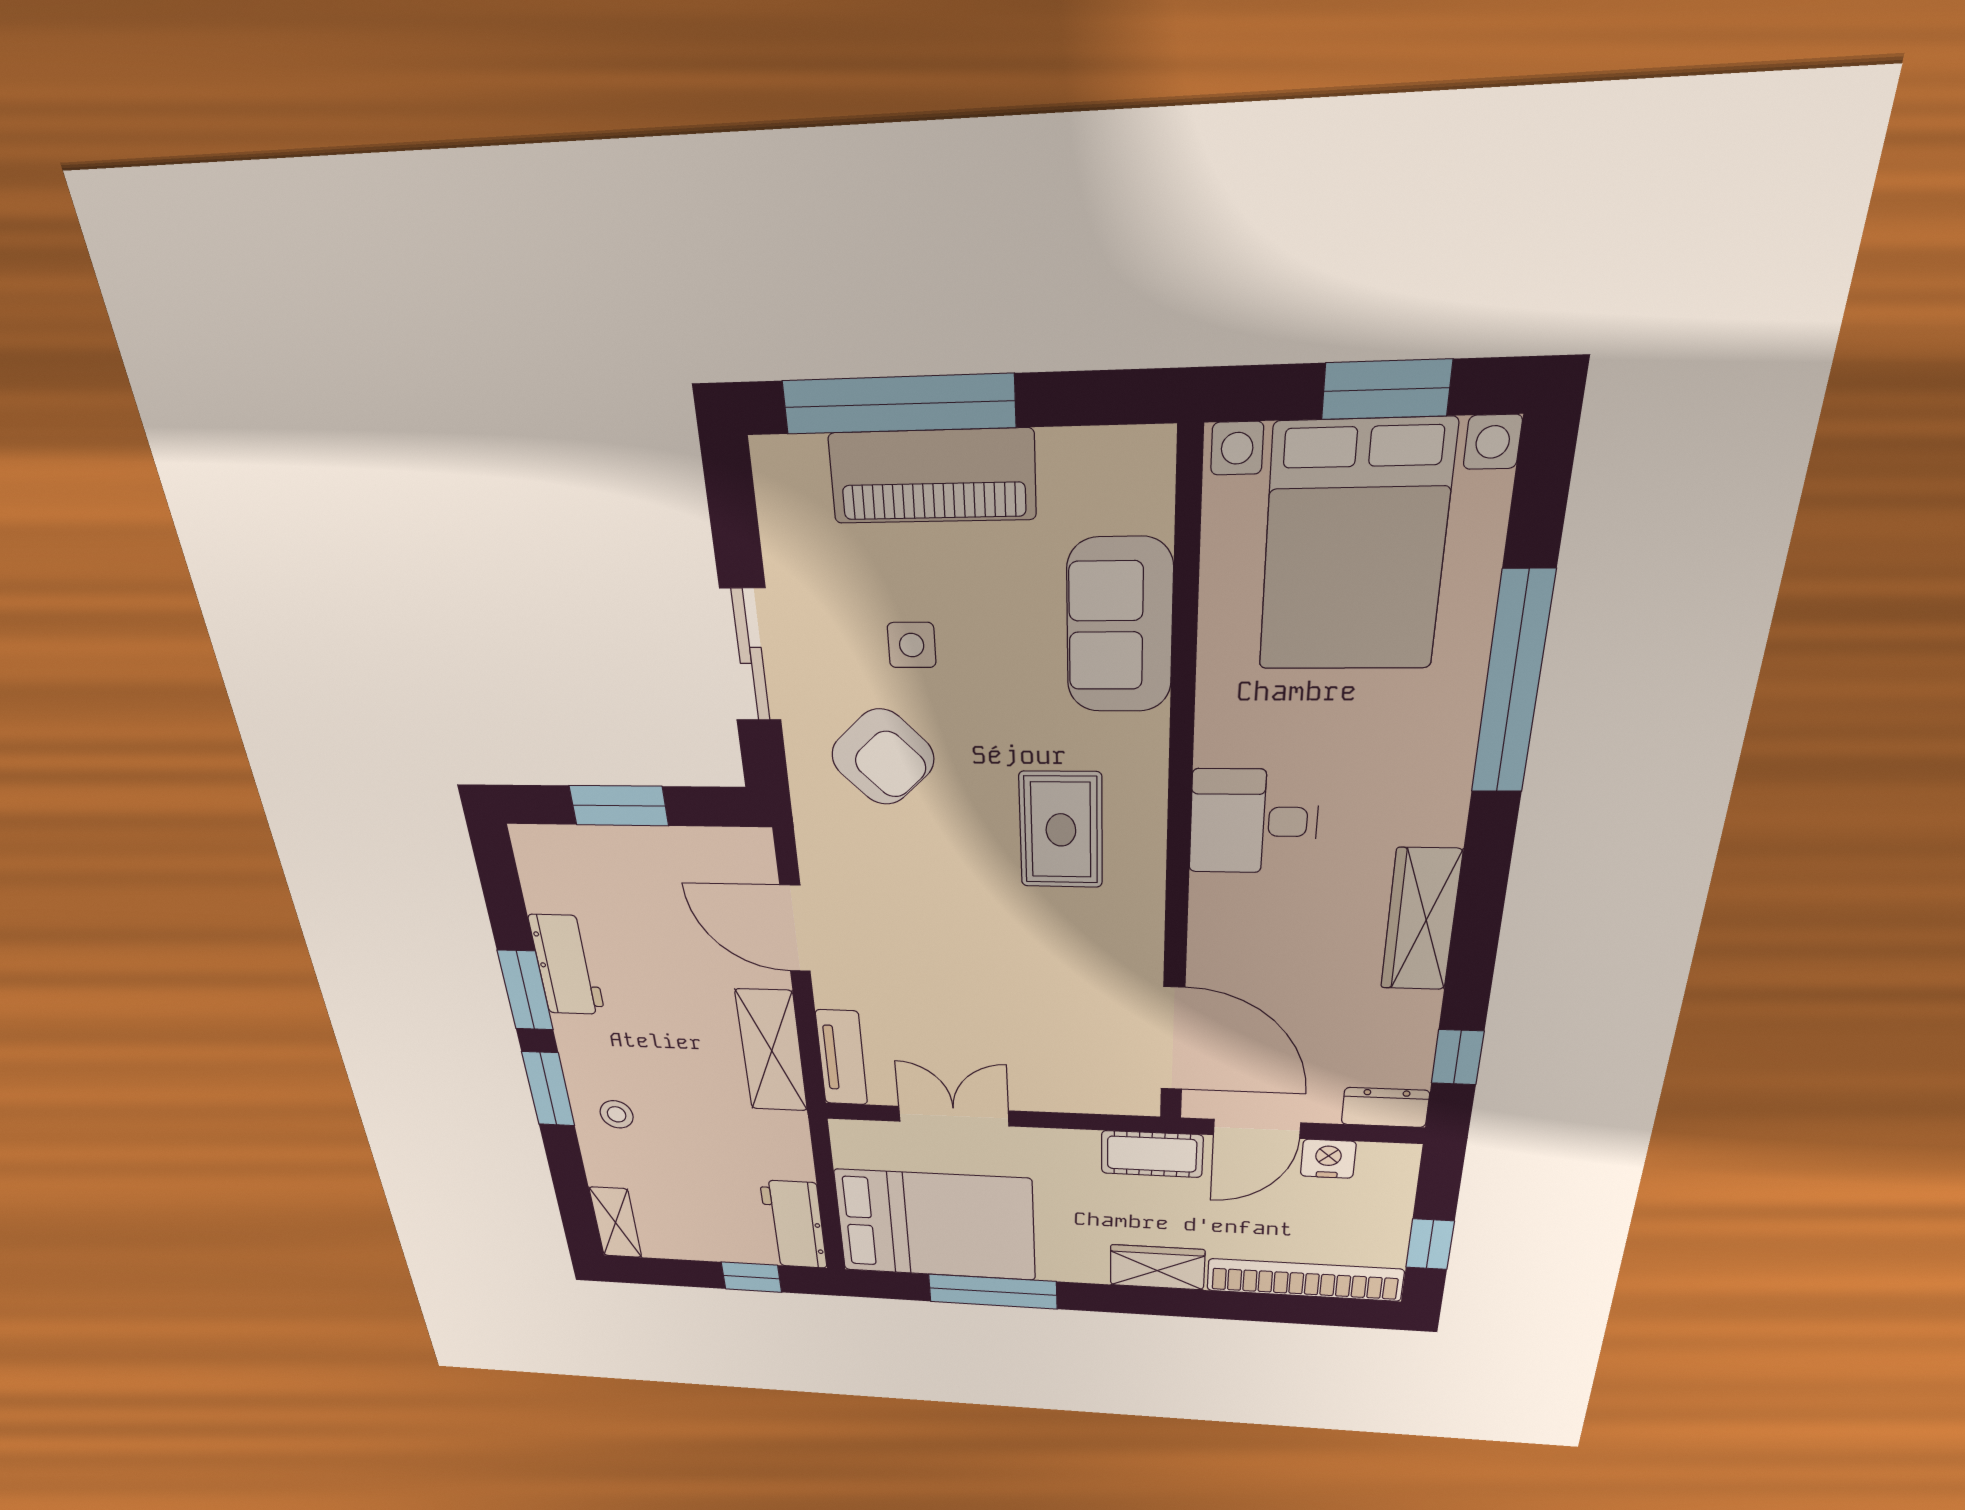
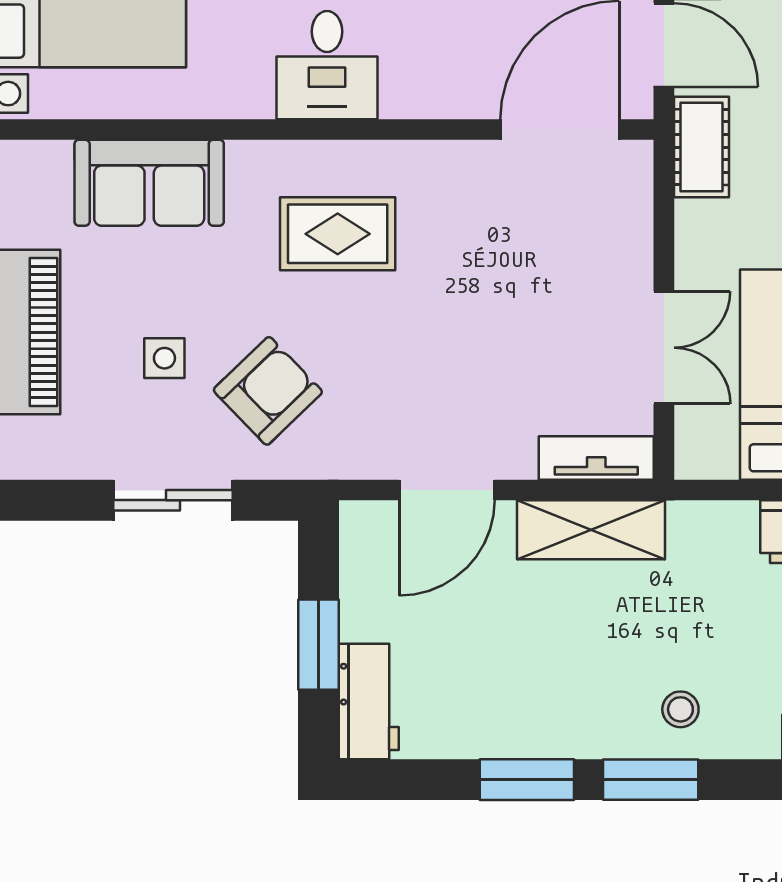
workbench: (567, 965) -> (369, 701), moved, turned 90
double door: (954, 1116) -> (664, 348), swing flipped

